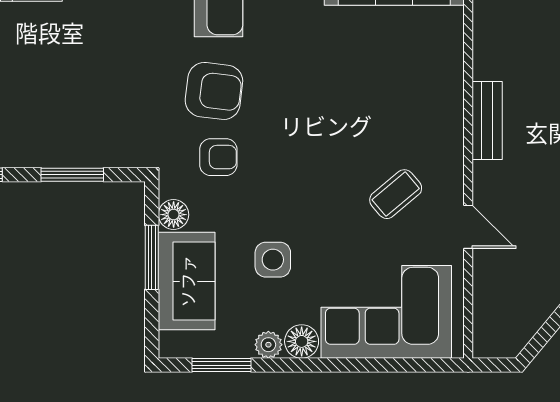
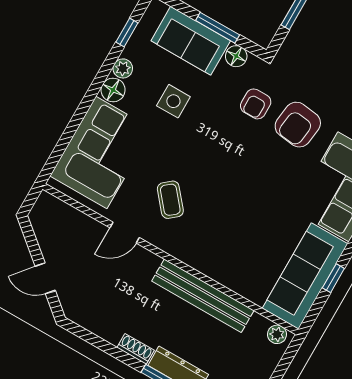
bench: (487, 121) -> (203, 296), width x1.86, depth x1.21
window: (221, 365) -> (127, 32), width x0.67

